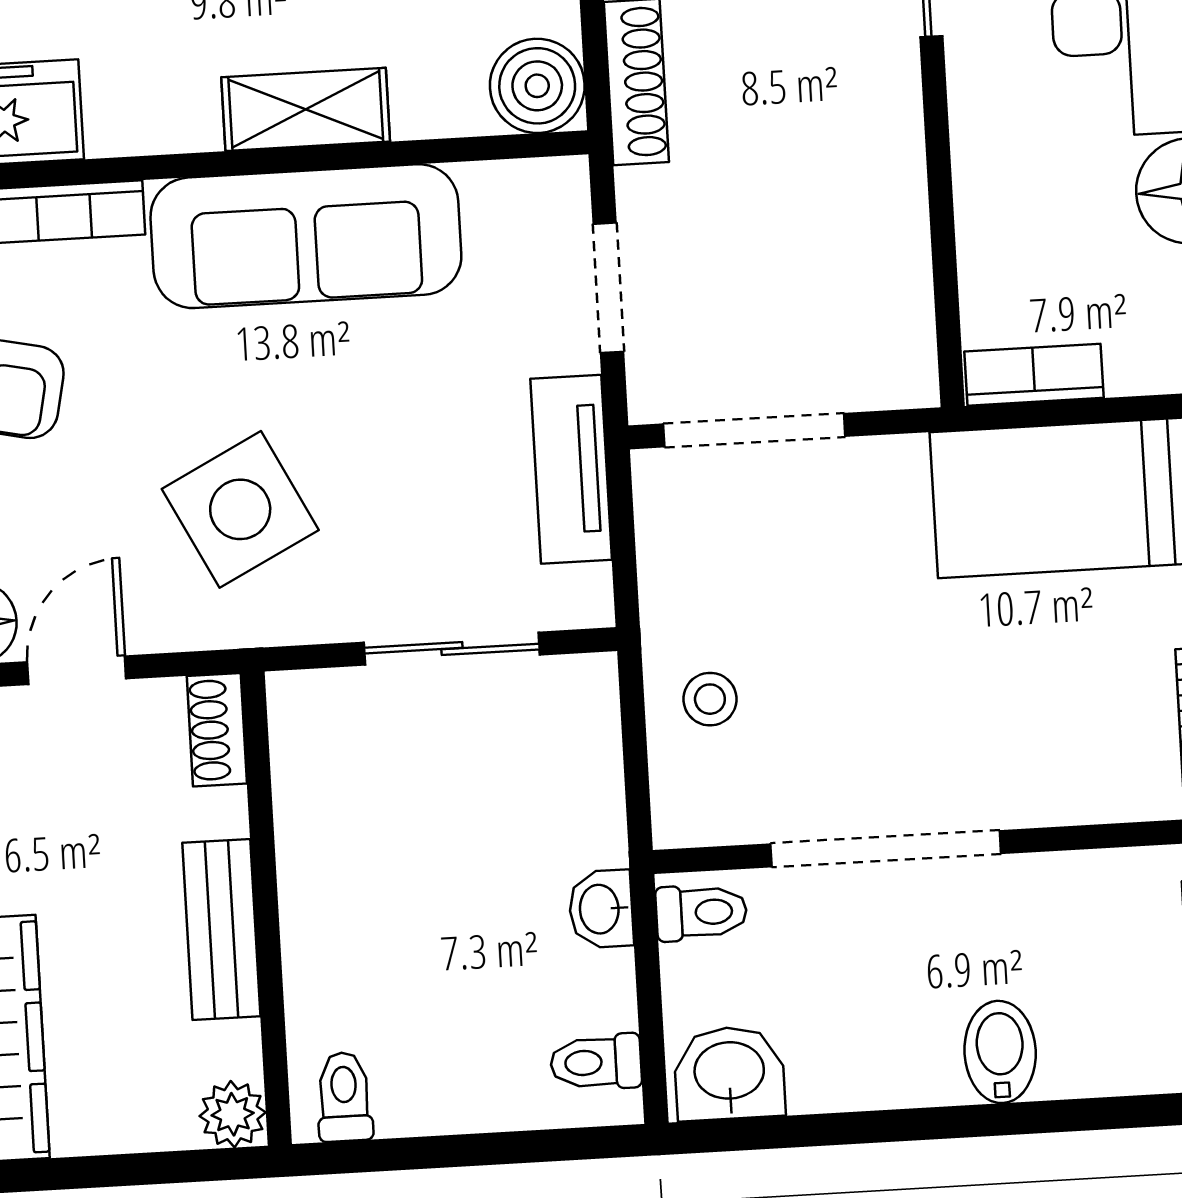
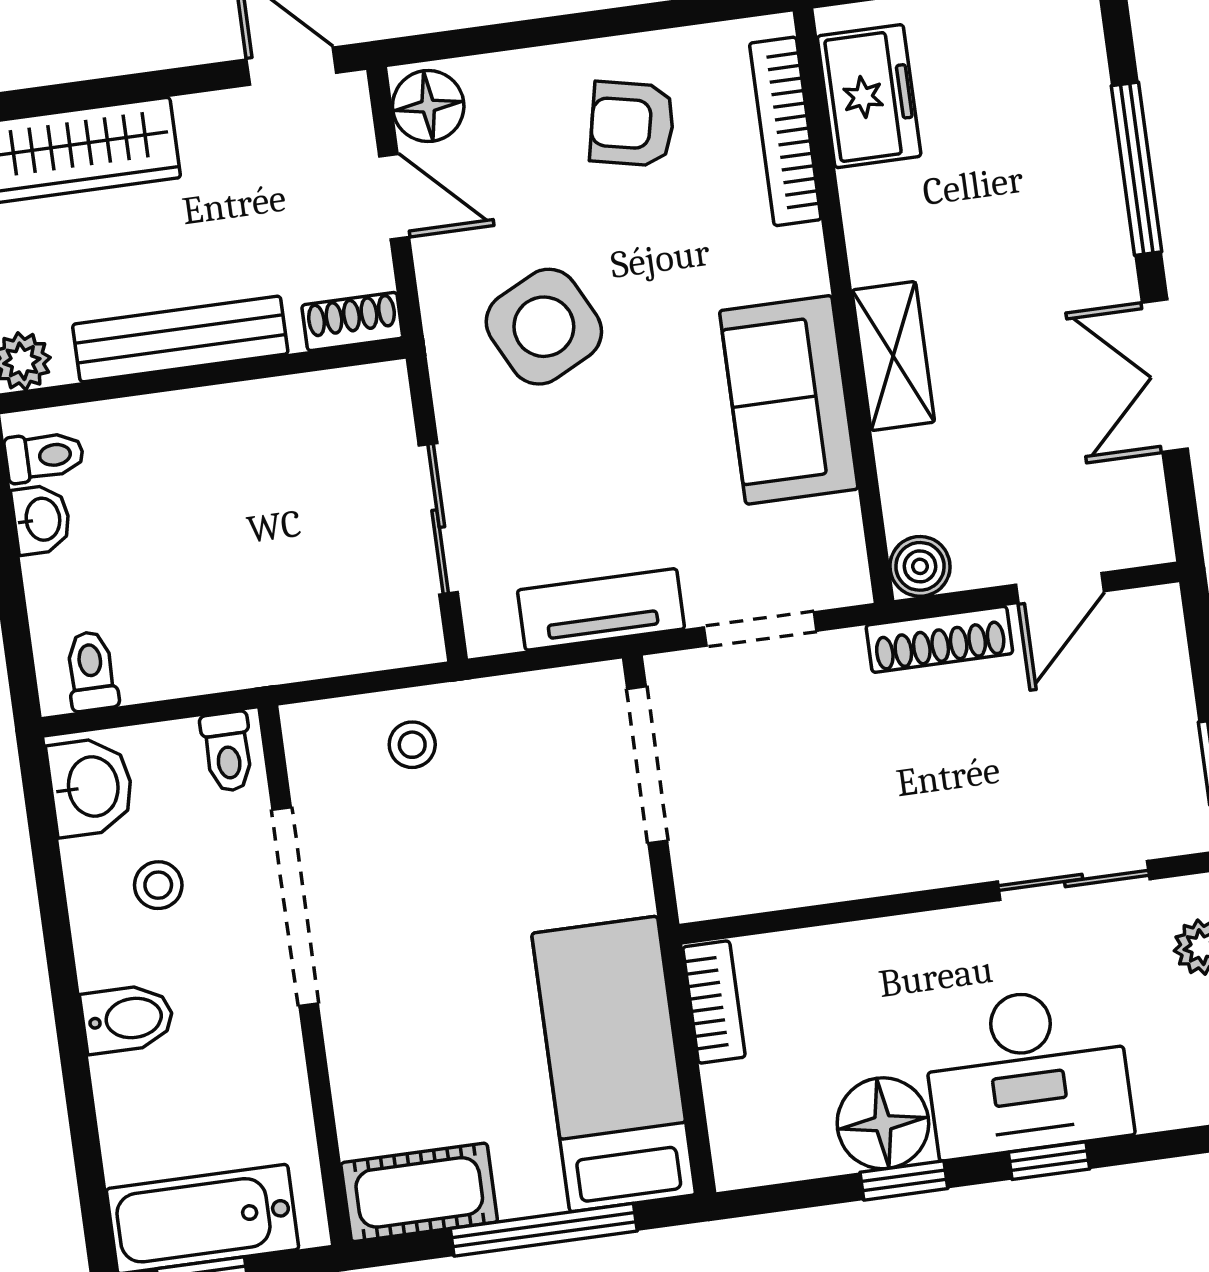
boiler: (537, 86) -> (920, 566), width x0.73, depth x0.73
sofa: (306, 236) -> (789, 400), width x0.73
washbasin: (601, 909) -> (41, 519), moved, turned 90
bench: (221, 930) -> (180, 339), width x1.36
stool: (849, 1005) -> (158, 885), added

